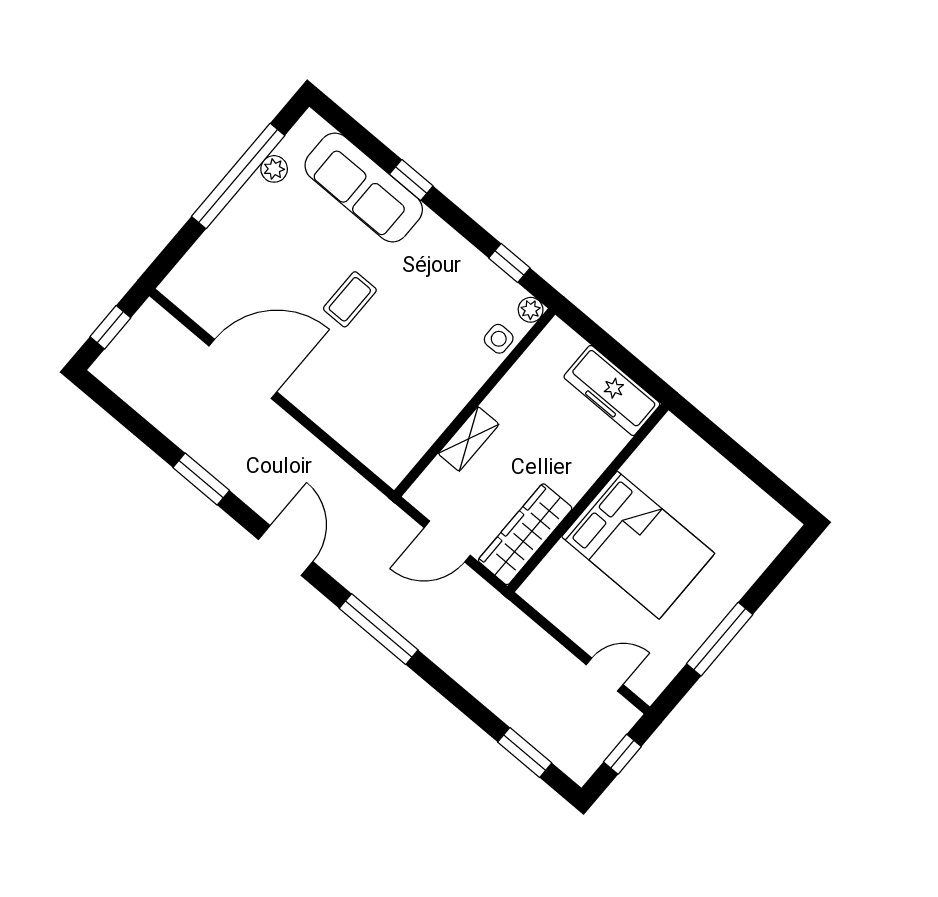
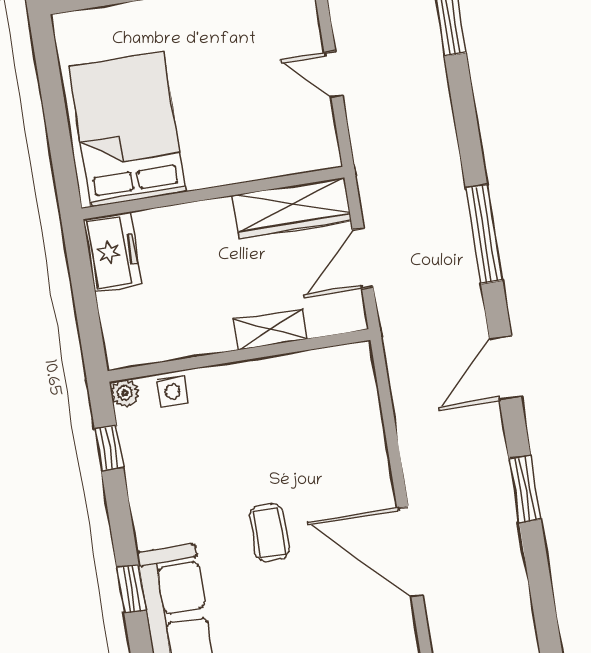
coffee table: (350, 299) -> (269, 533), turned 90
freezer: (612, 390) -> (112, 252), width x0.71
door: (447, 541) -> (363, 258), swing flipped
bed: (638, 545) -> (127, 129), moved
door: (605, 675) -> (333, 74), moved

